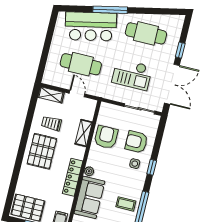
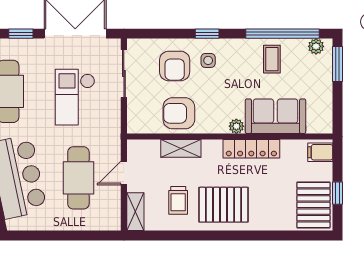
checkout: (132, 74) -> (75, 97), turned 180

